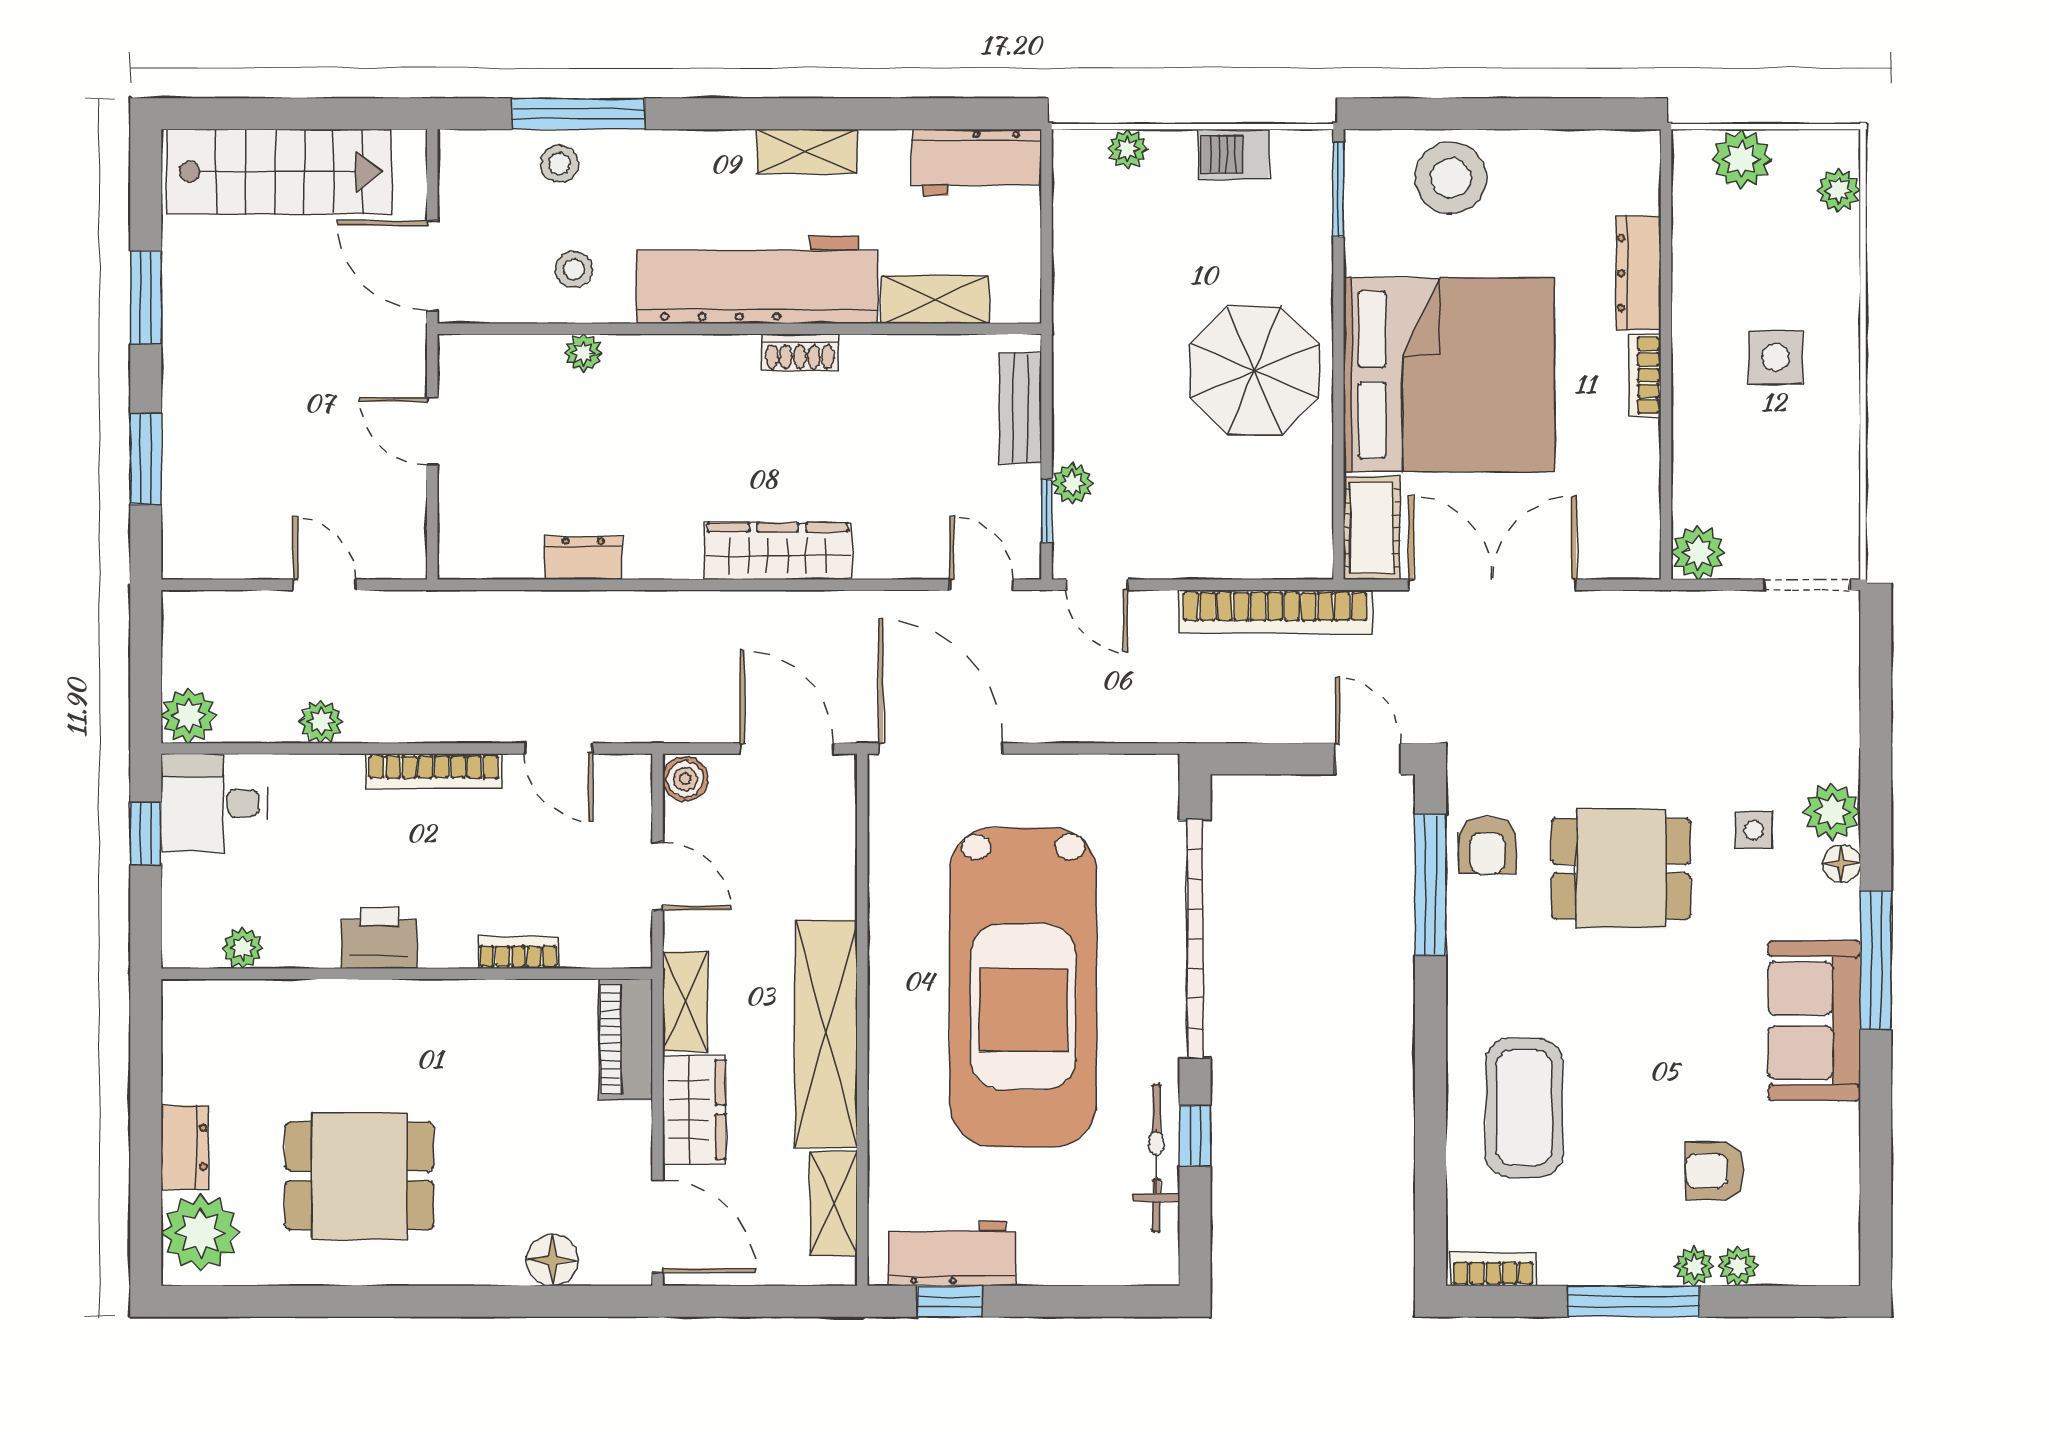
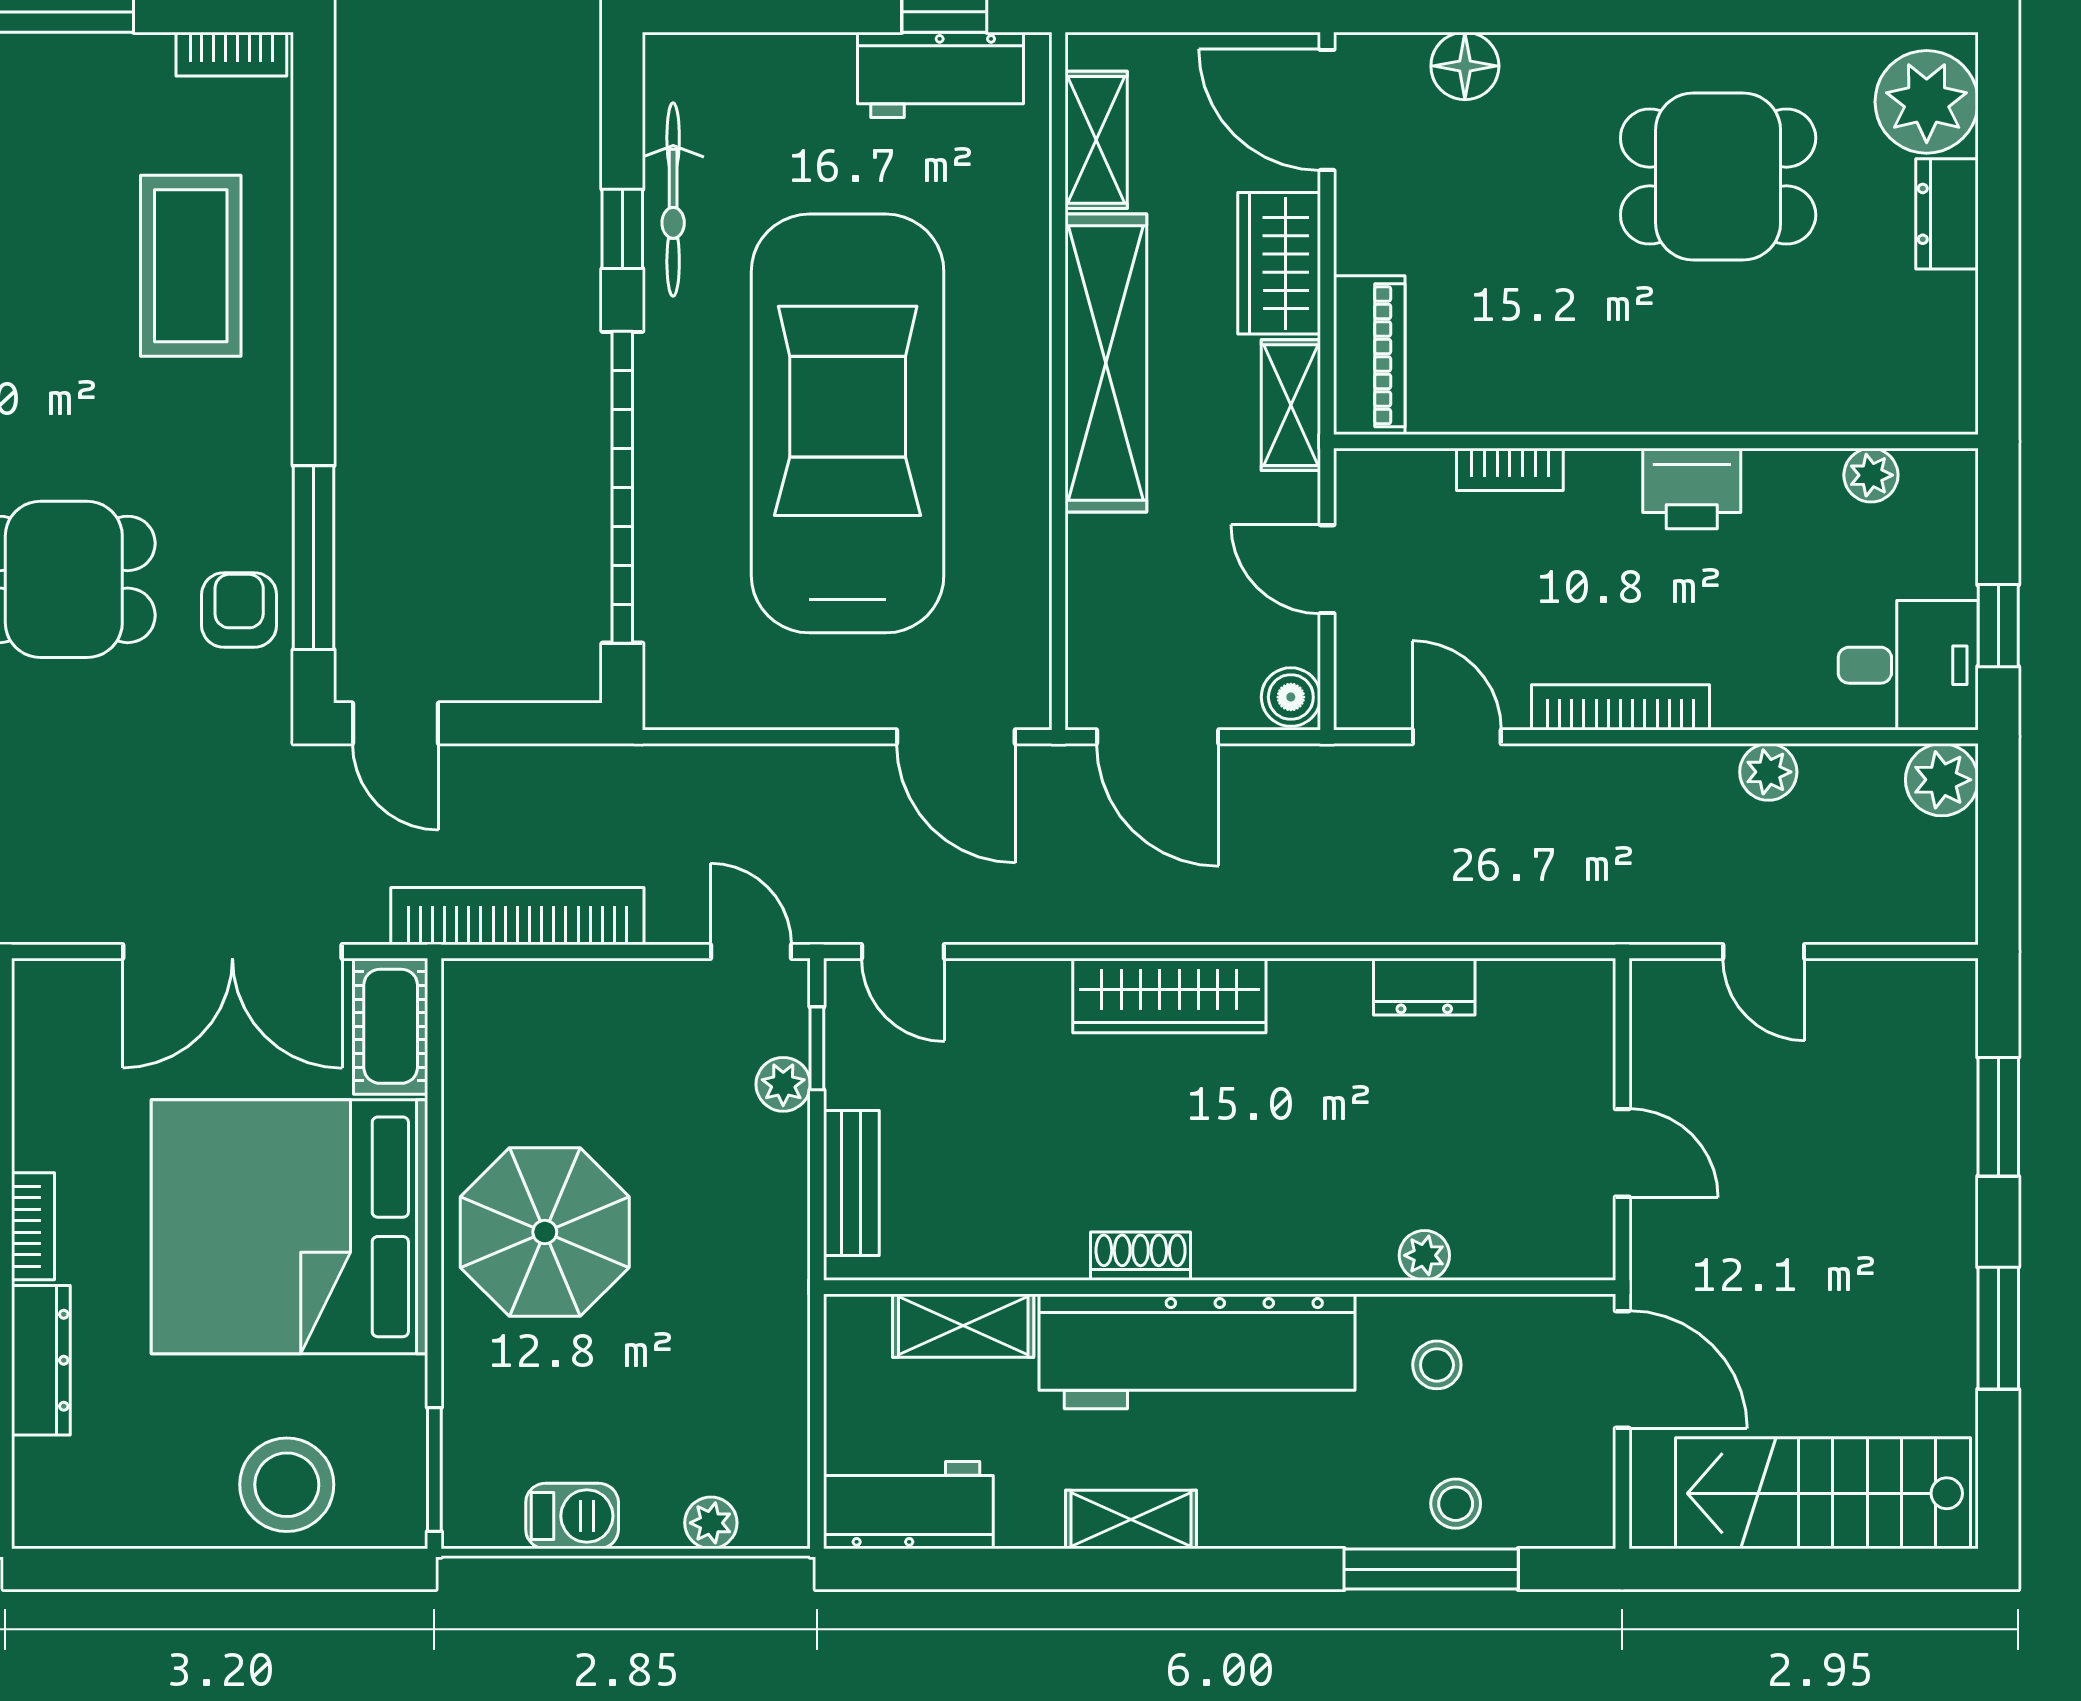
door: (941, 749) -> (956, 737), width x0.73

